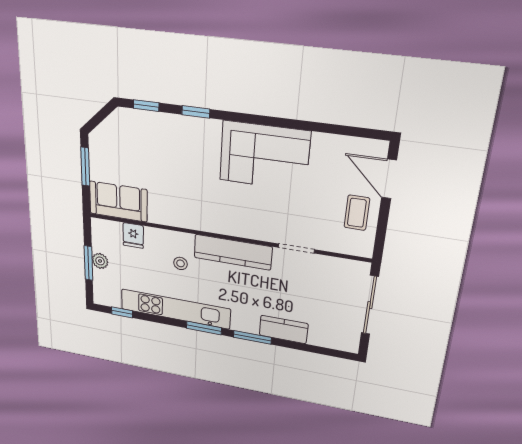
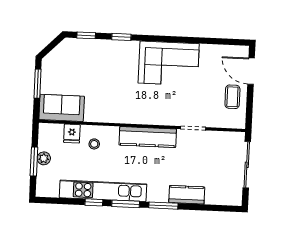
stool: (180, 263) -> (94, 144), moved
window: (122, 312) -> (94, 202), moved

